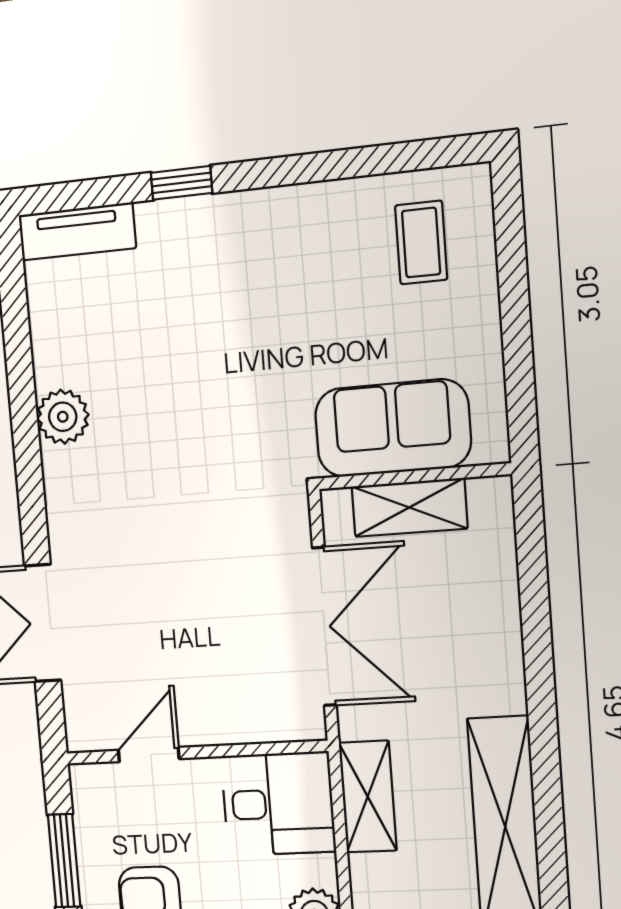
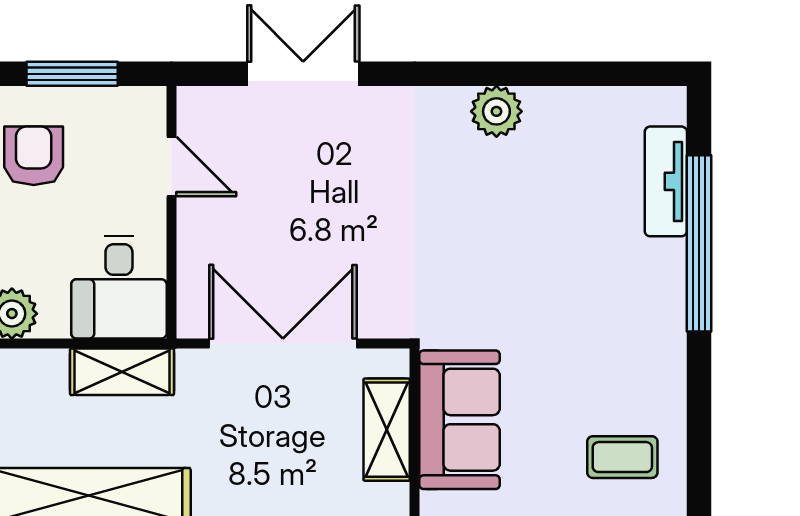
window: (182, 183) -> (699, 243), width x3.17
tv unit: (77, 232) -> (666, 181), moved
double door: (324, 627) -> (283, 344), swing flipped

